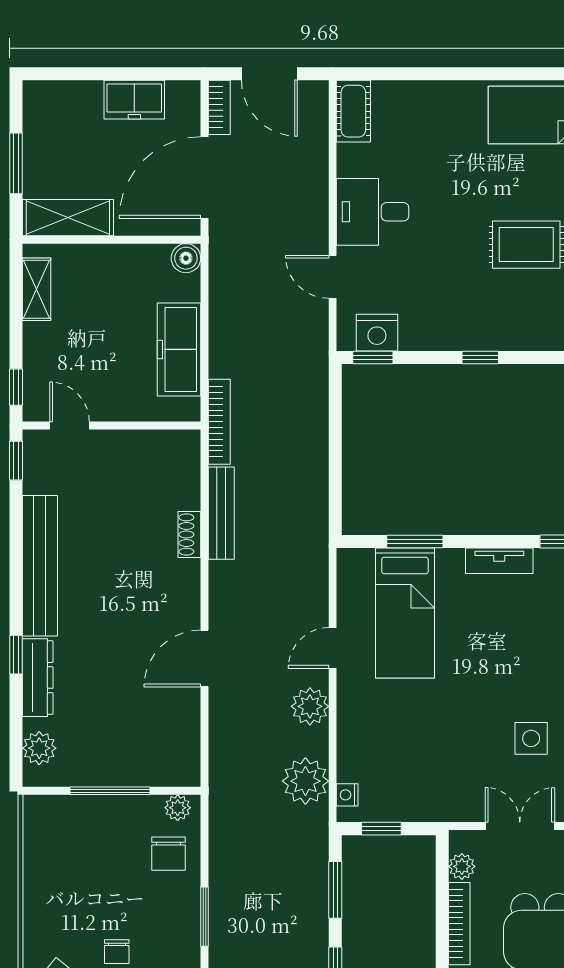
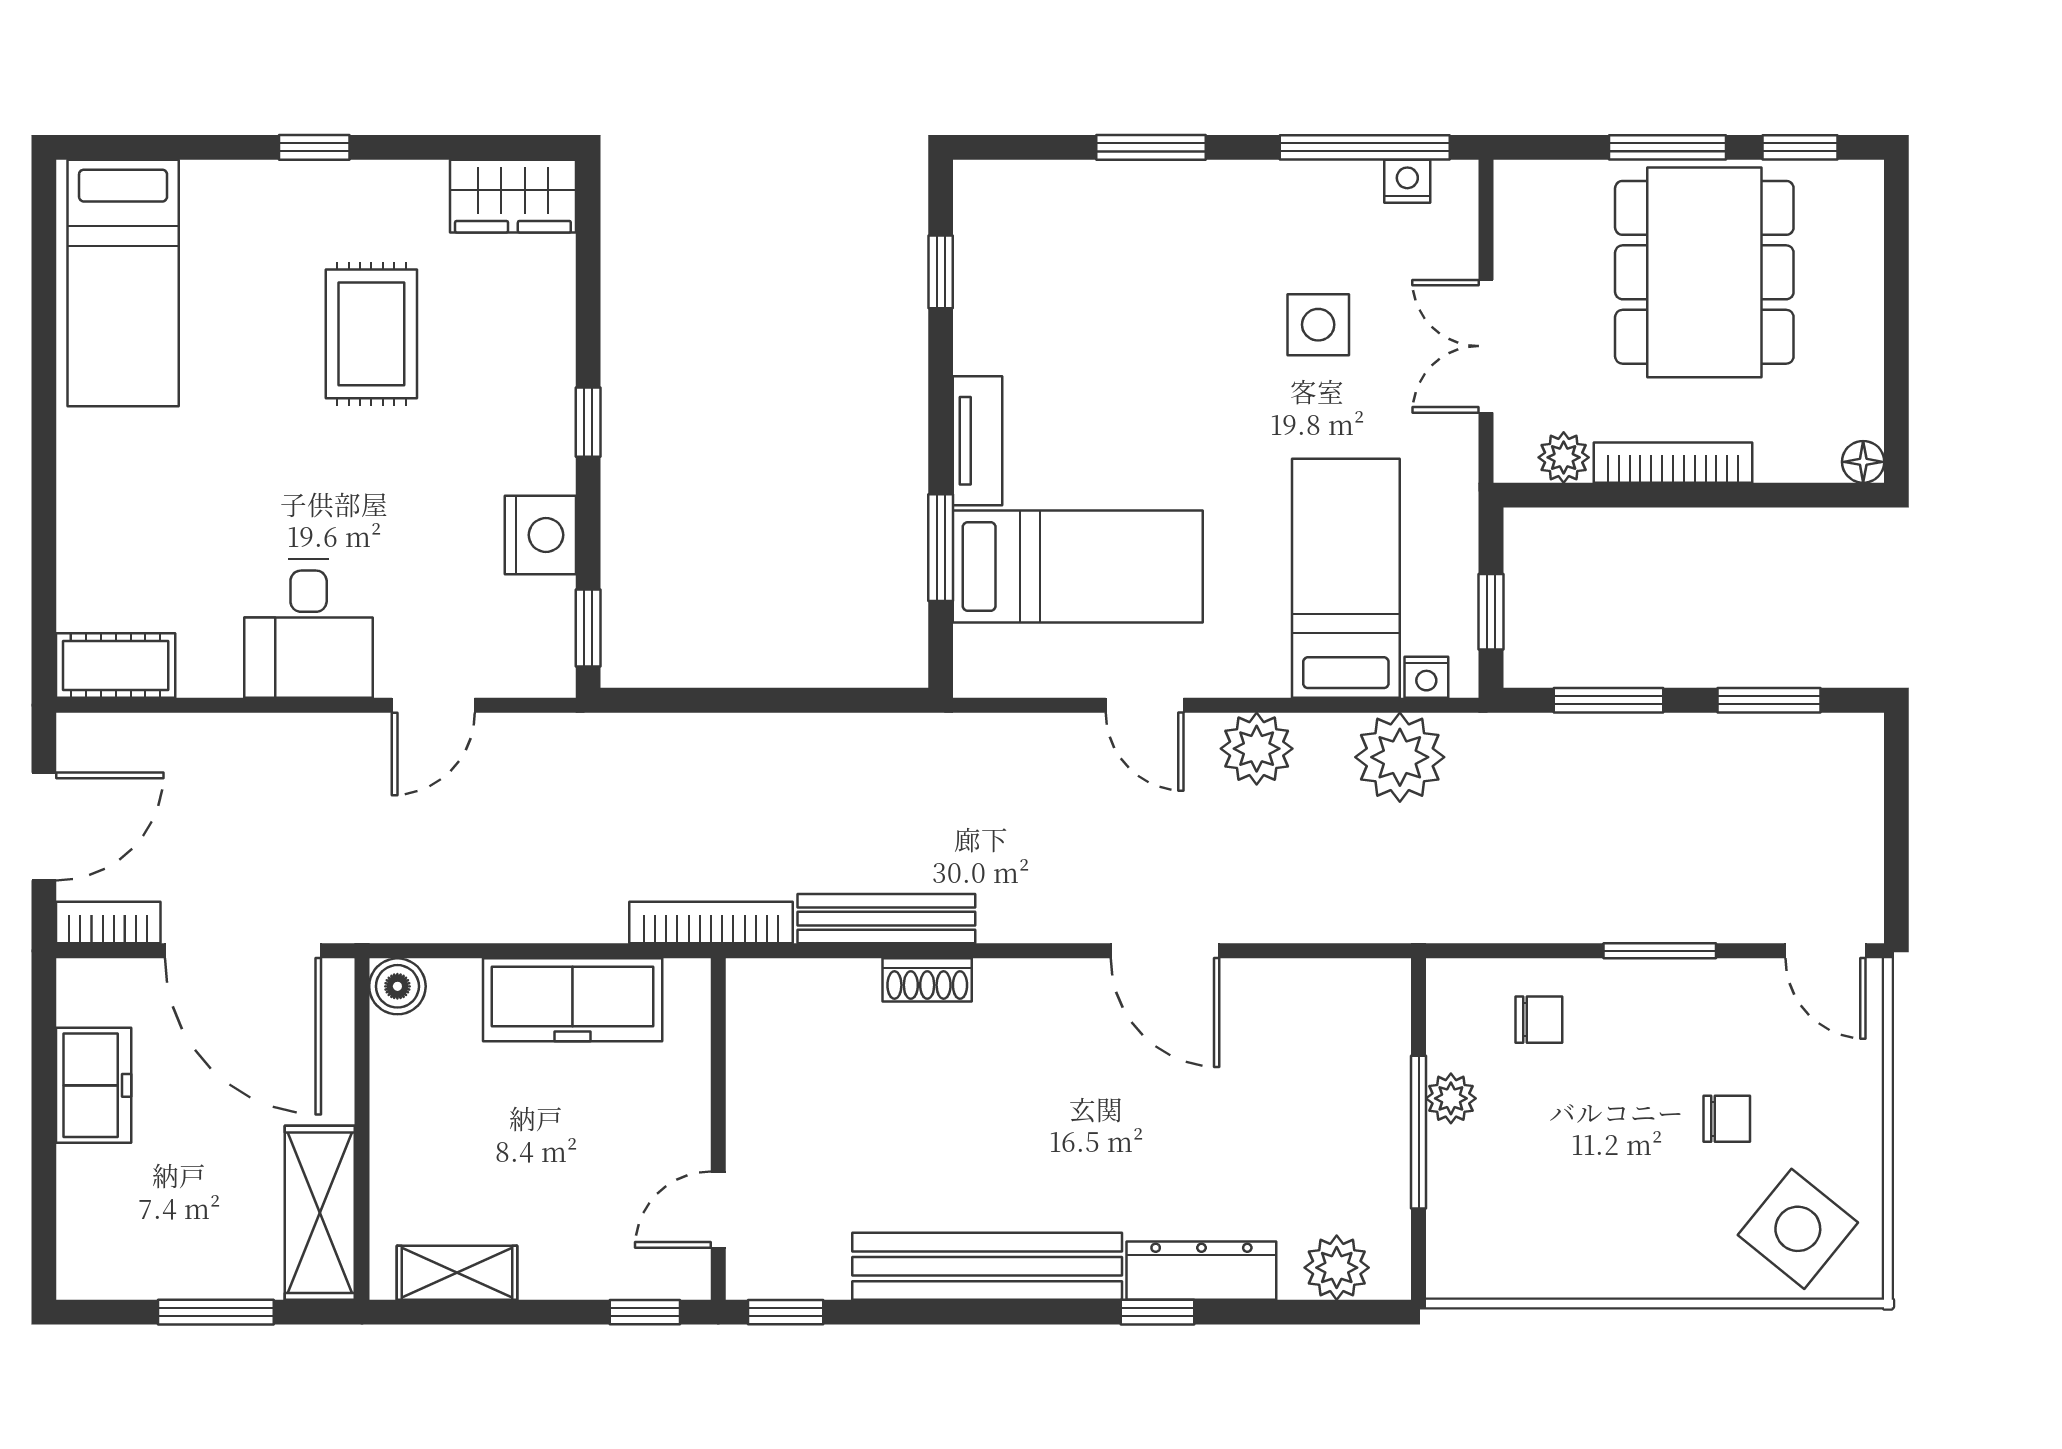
nightstand: (377, 333) -> (540, 535), moved
tv unit: (499, 561) -> (978, 441), moved
bed: (399, 753) -> (1346, 578), added
plant: (178, 808) -> (1451, 1098), moved
chair: (169, 854) -> (1539, 1020), width x0.73, depth x0.73

